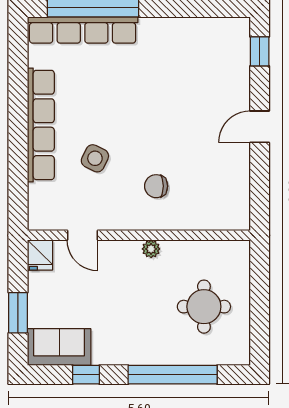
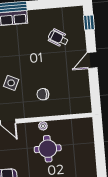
wheelchair: (196, 77) -> (58, 38), added
round table: (204, 307) -> (48, 149), moved

